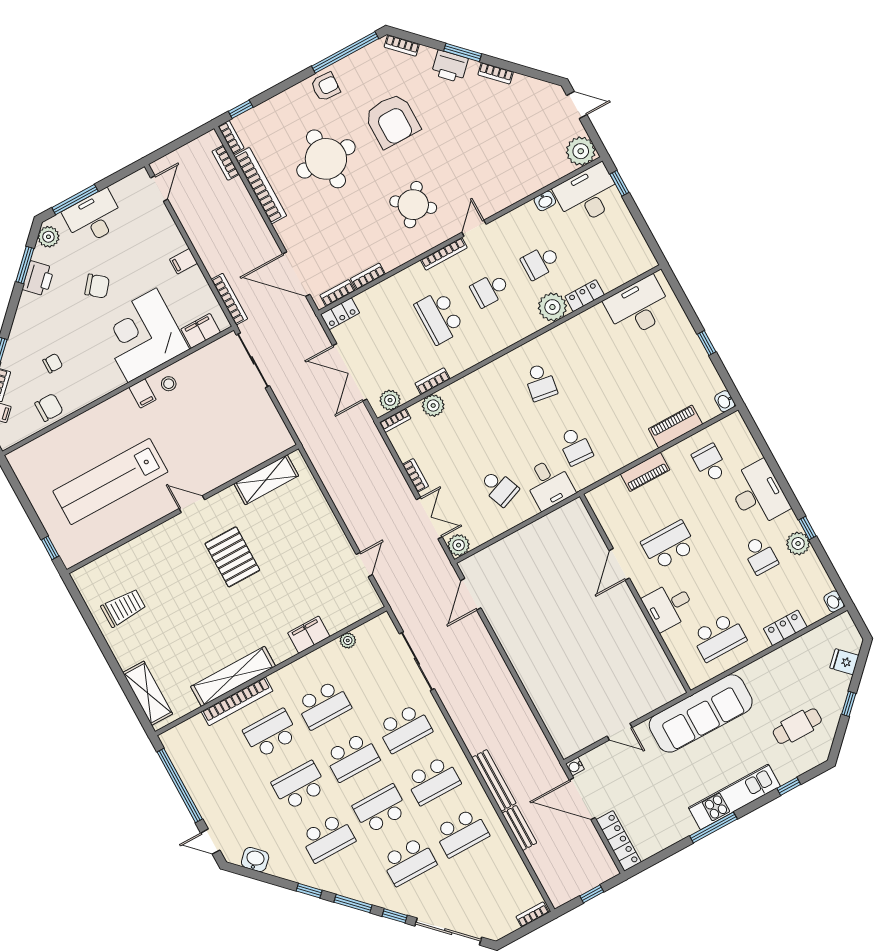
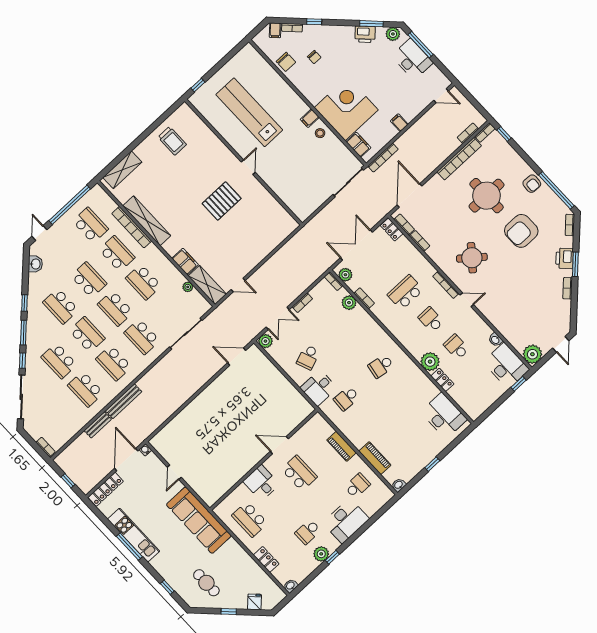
chair: (97, 286) -> (370, 72), removed
shelving: (266, 480) -> (207, 285), moved
school desk: (218, 762) -> (90, 225), added
kitchen unit: (734, 797) -> (134, 535), moved

